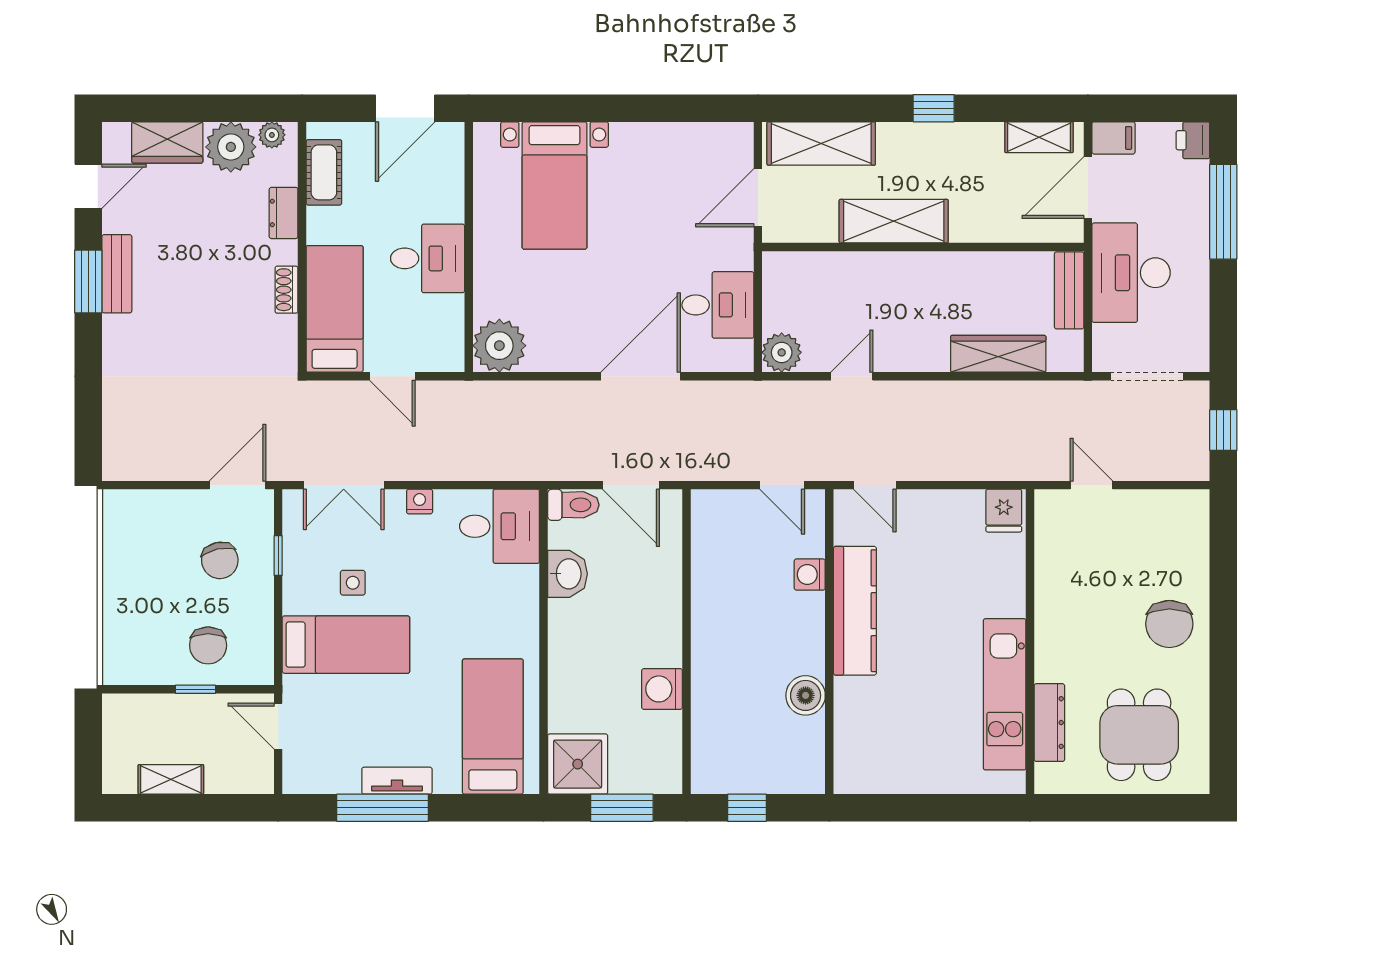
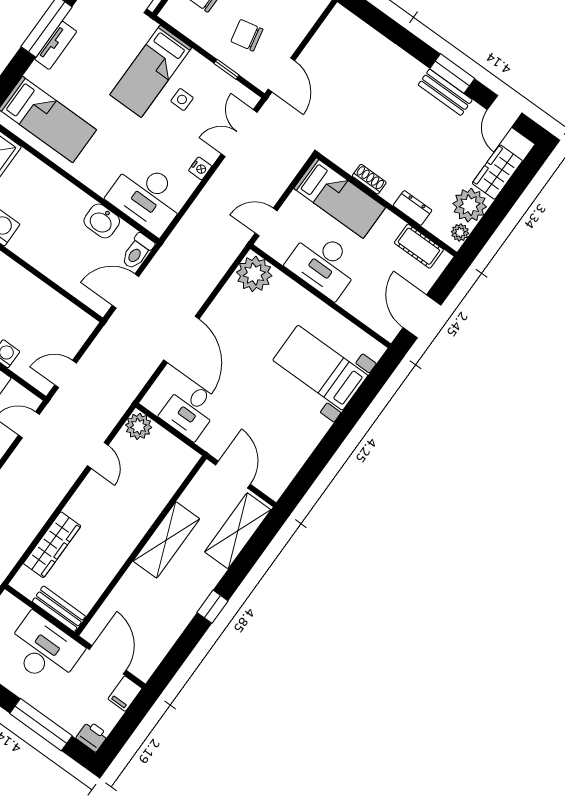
shelving: (1039, 137) -> (155, 653), removed
desk: (428, 258) -> (323, 264), width x1.37
door: (392, 376) -> (266, 222), moved
desk: (500, 526) -> (147, 197), width x1.37

